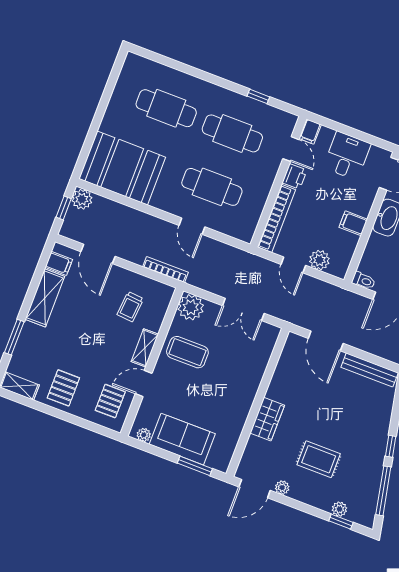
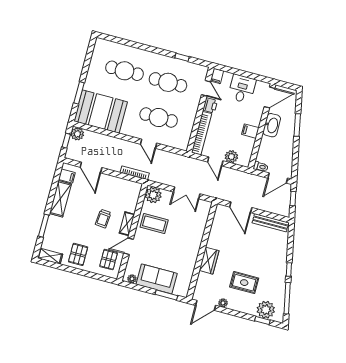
window: (91, 135) -> (79, 93), added
trolley: (130, 307) -> (103, 219), moved
plant: (339, 509) -> (266, 310), width x1.88, depth x1.88

